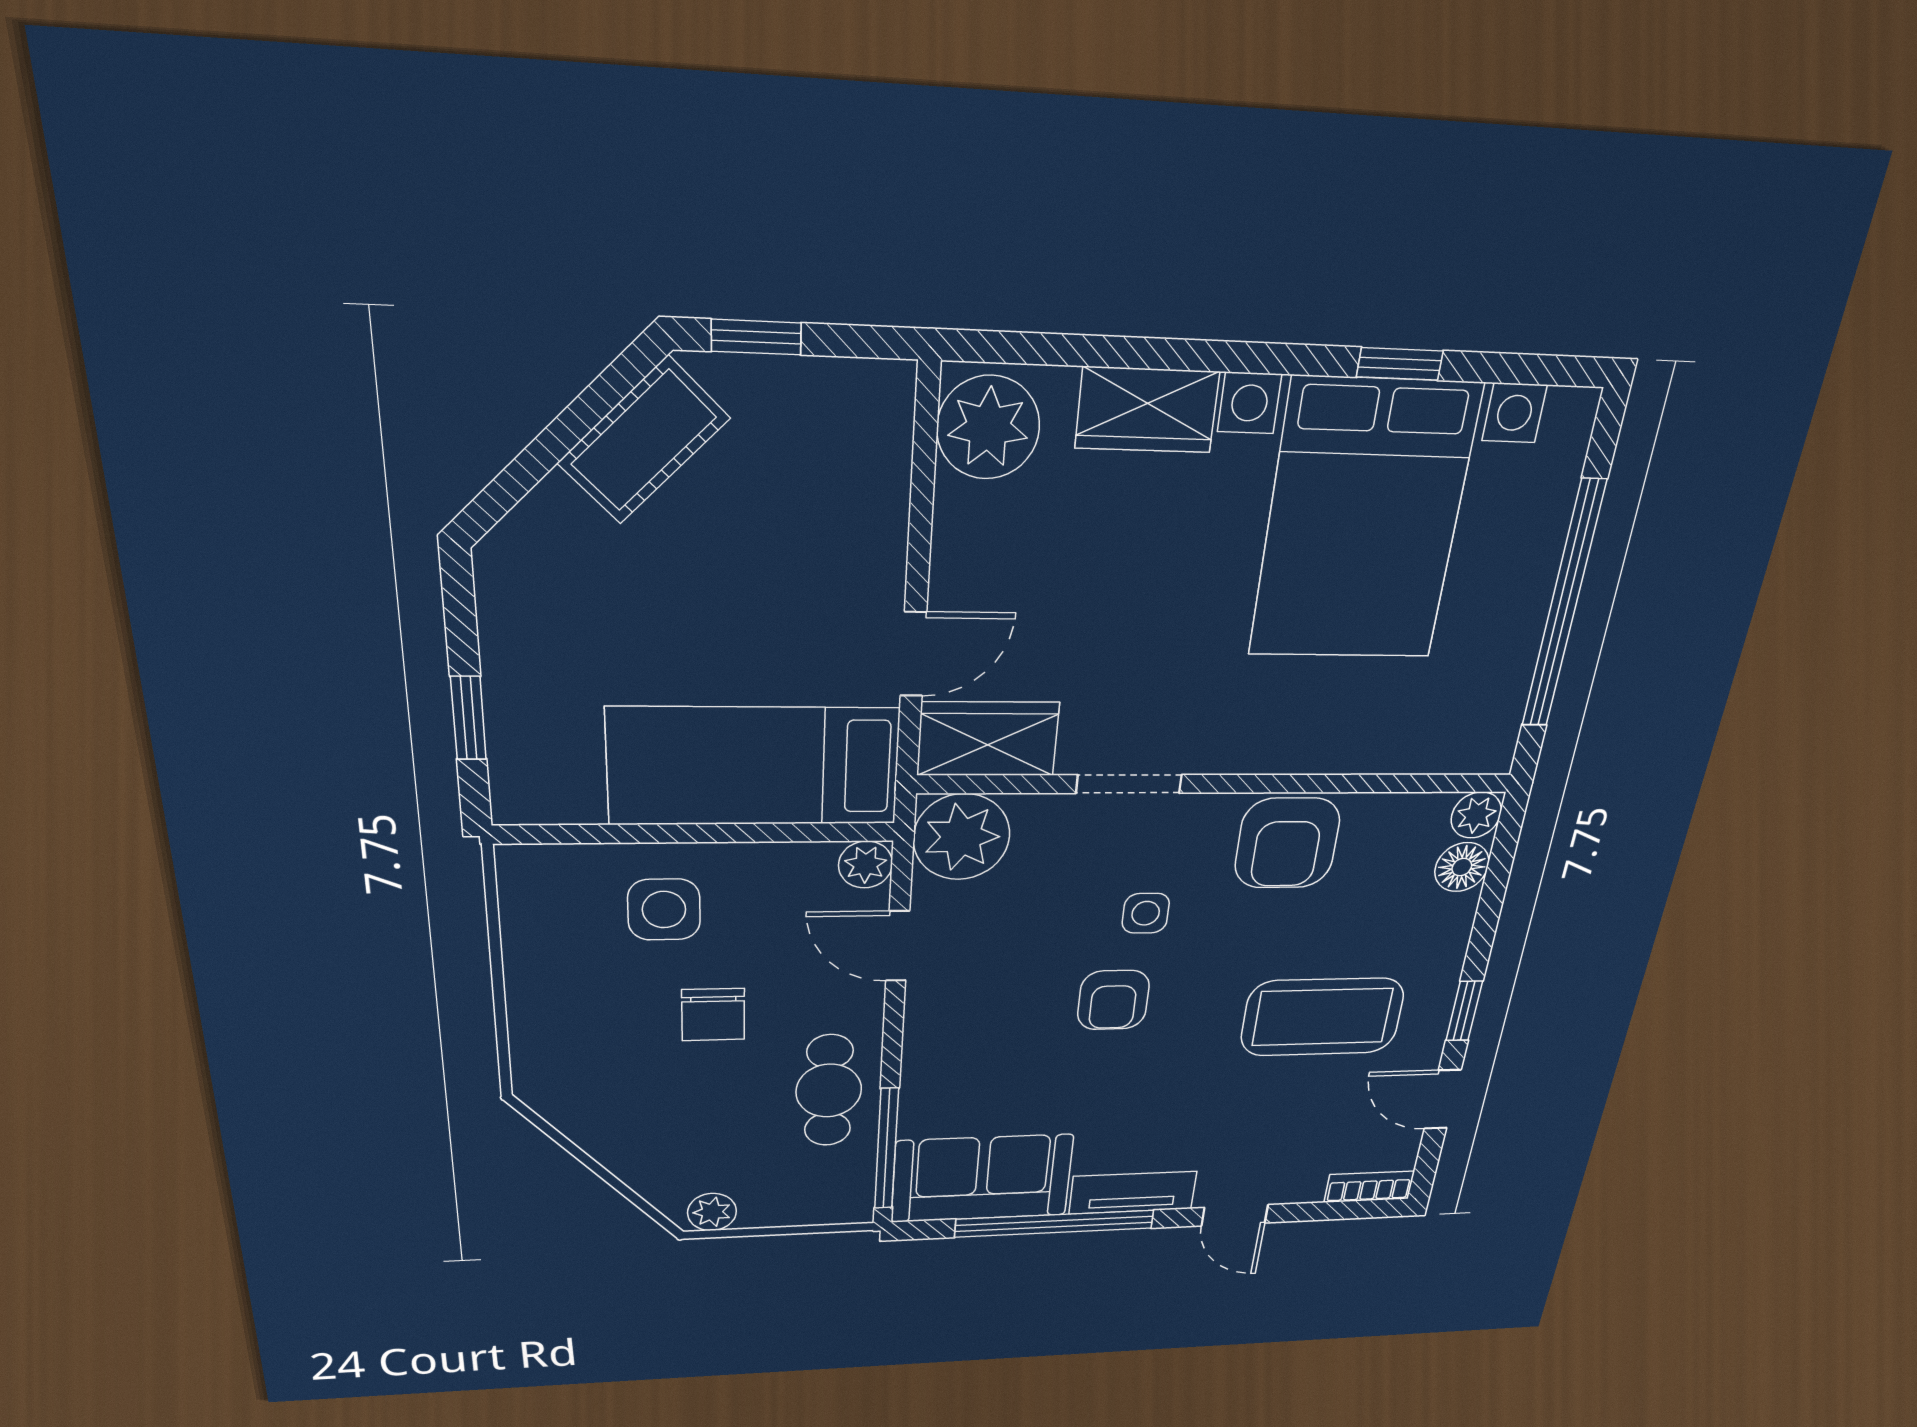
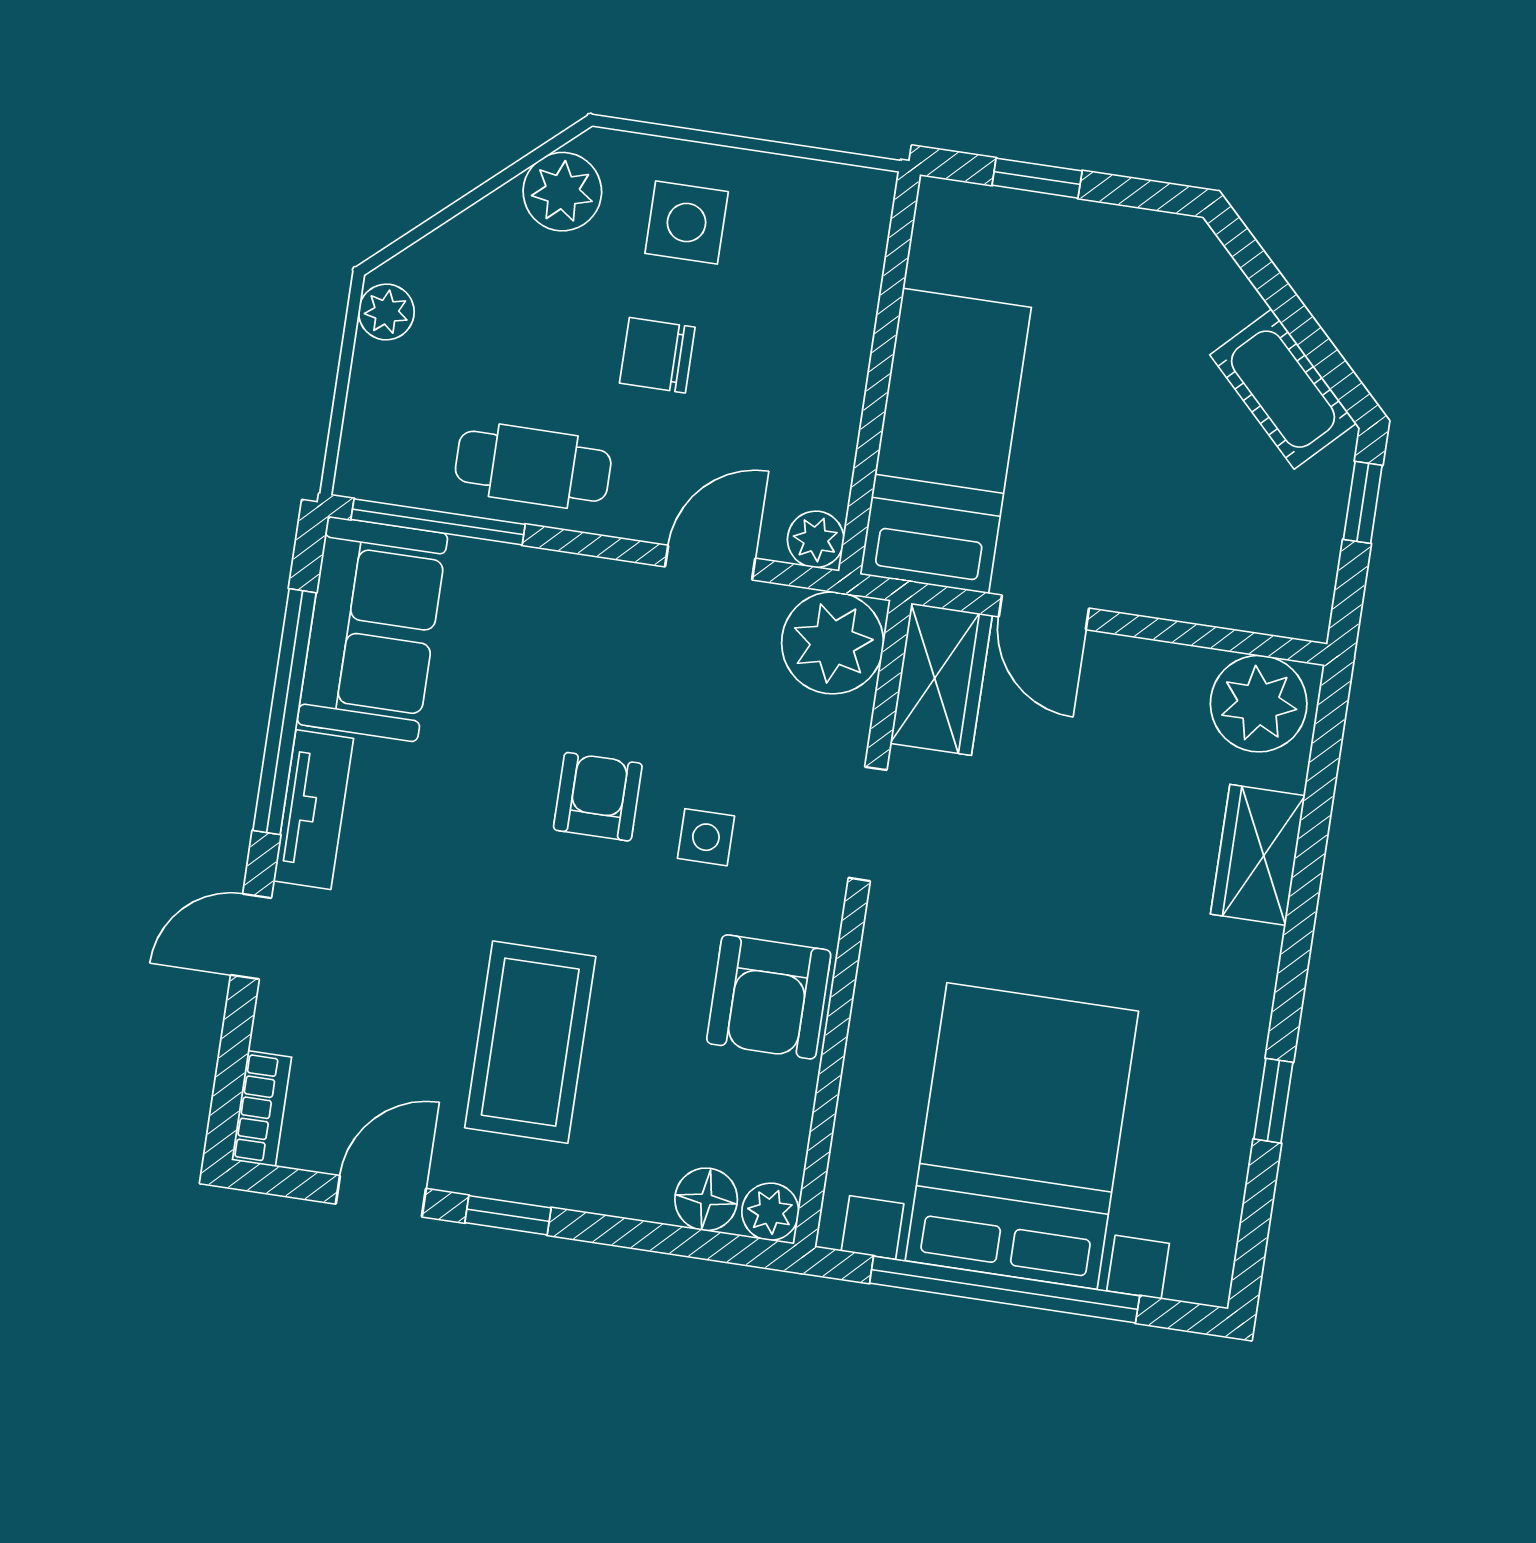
bed with nightstands: (1363, 522) -> (1022, 1136), moved, turned 90
armchair: (1287, 843) -> (769, 997), turned -90
side table: (664, 910) -> (687, 223), moved
armchair: (1113, 1000) -> (598, 797), turned 90
plant: (578, 1107) -> (562, 192), added

